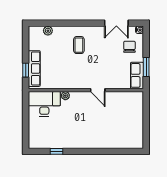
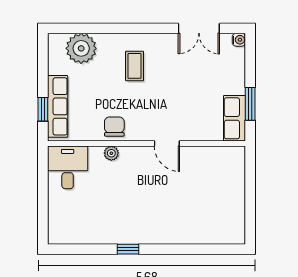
plant: (48, 31) -> (81, 48), width x1.88, depth x1.88
chair: (129, 47) -> (114, 127), moved
desk: (44, 104) -> (68, 167), width x0.73
window: (57, 151) -> (128, 249), moved

